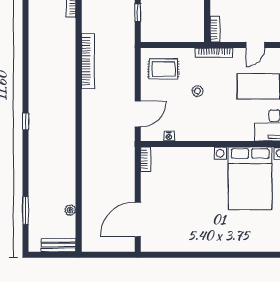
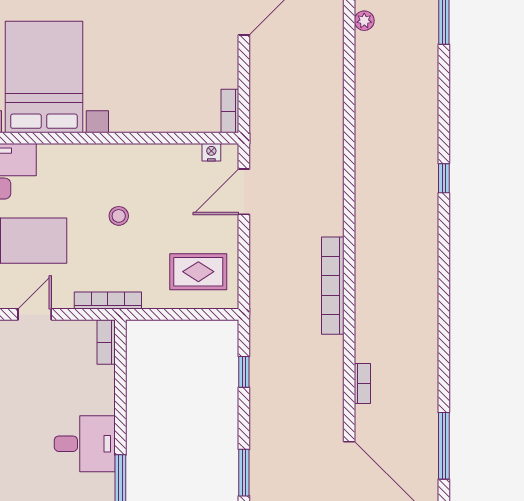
stool: (197, 91) -> (119, 216), moved
nightstand: (169, 136) -> (211, 152), moved

